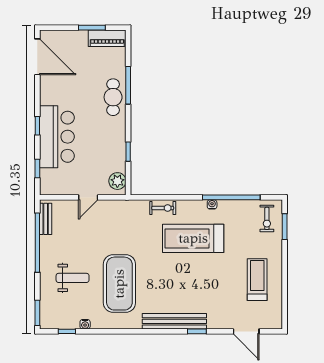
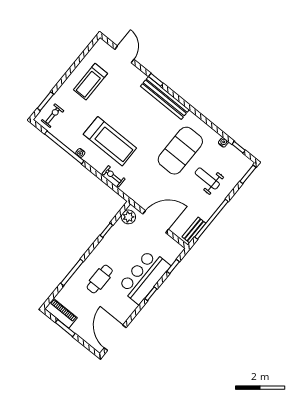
cafe table: (113, 97) -> (100, 279), moved
door: (88, 197) -> (156, 222), width x1.88

